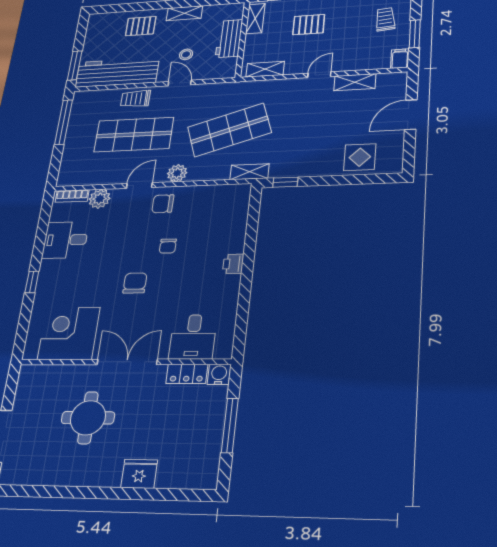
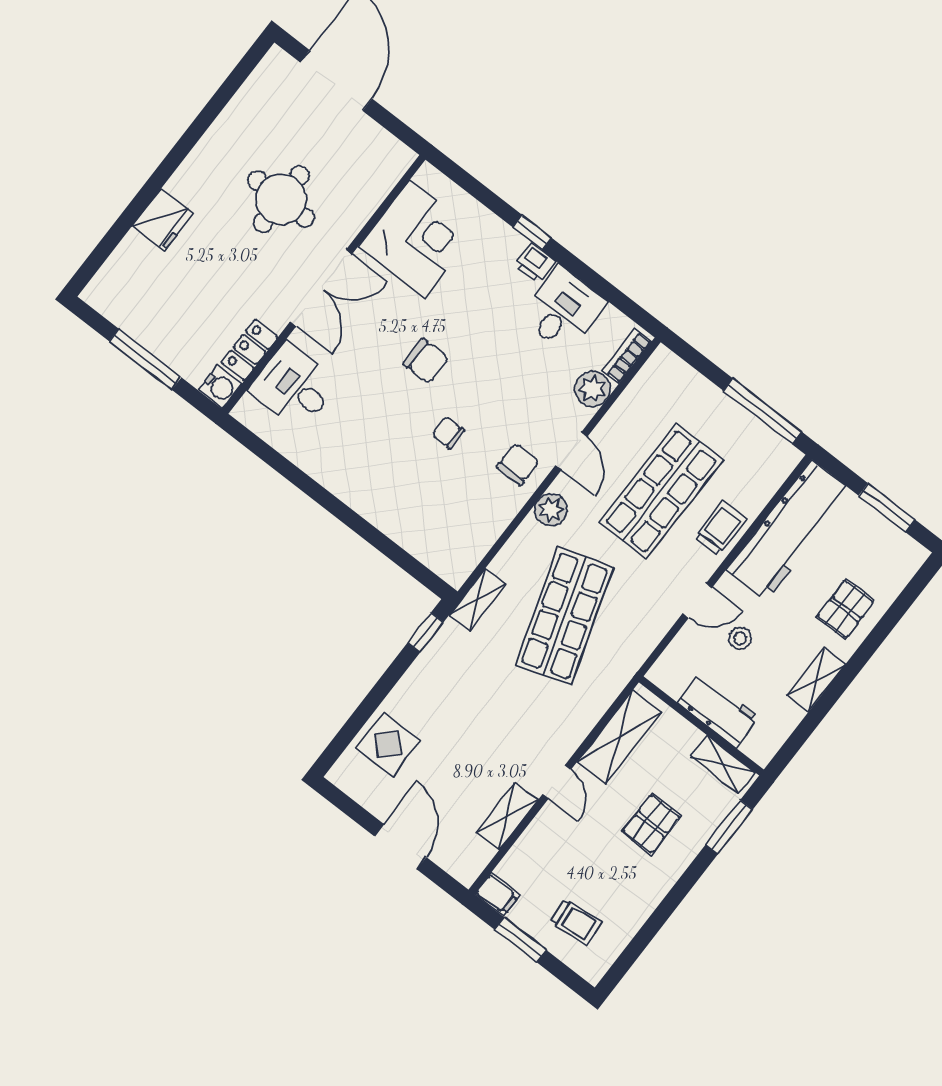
window: (75, 65) -> (887, 508), moved
shelving: (265, 69) -> (619, 737), width x1.50, depth x1.33
printer: (233, 264) -> (535, 263), moved, turned 180

